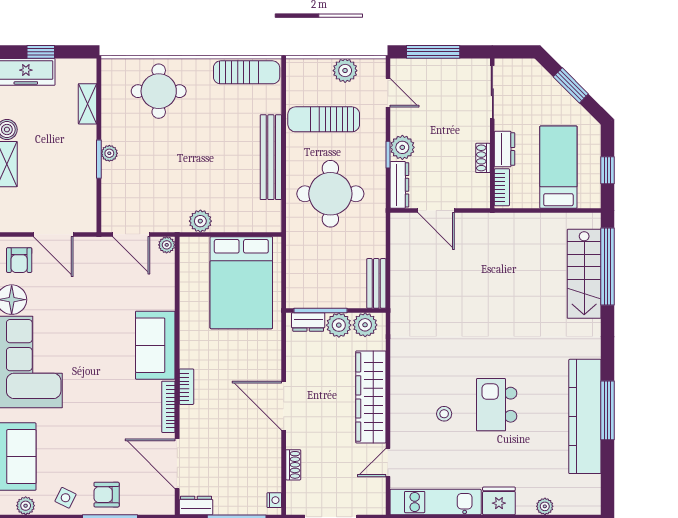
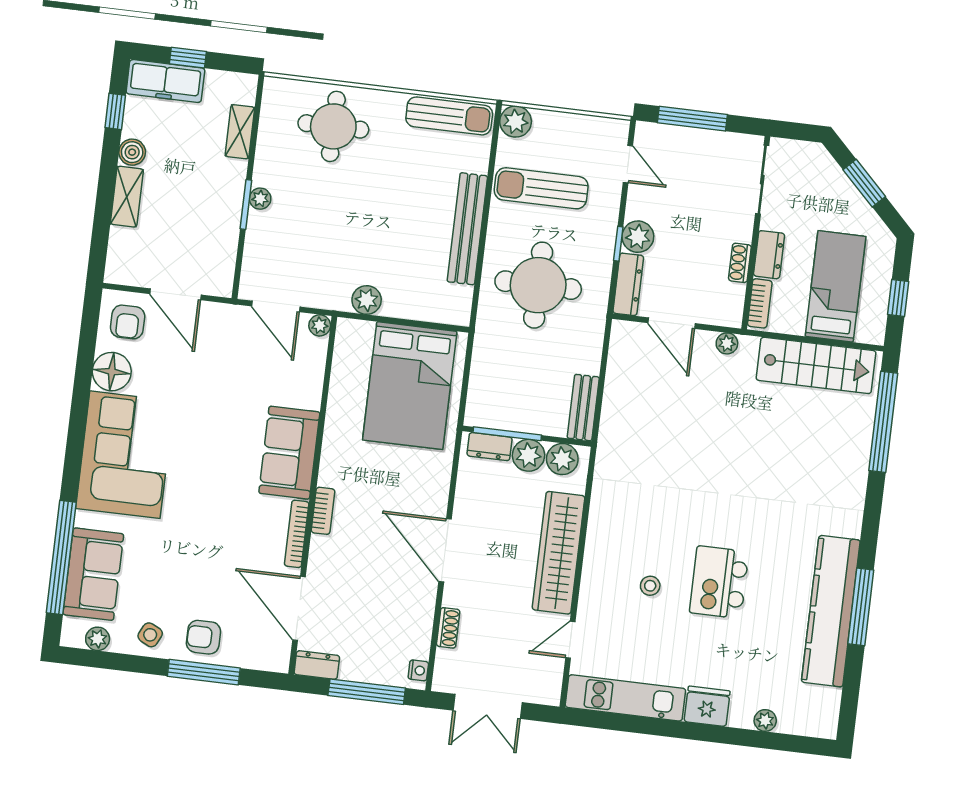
plant: (345, 71) -> (516, 122), moved
plant: (480, 221) -> (727, 343), added
stairs: (584, 274) -> (816, 365), moved, turned -90

